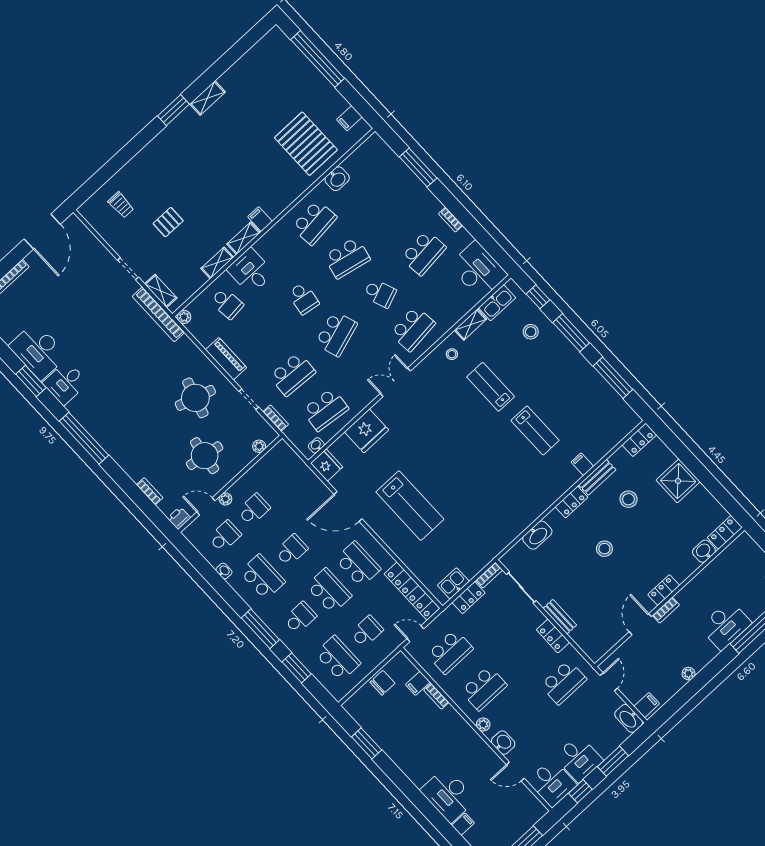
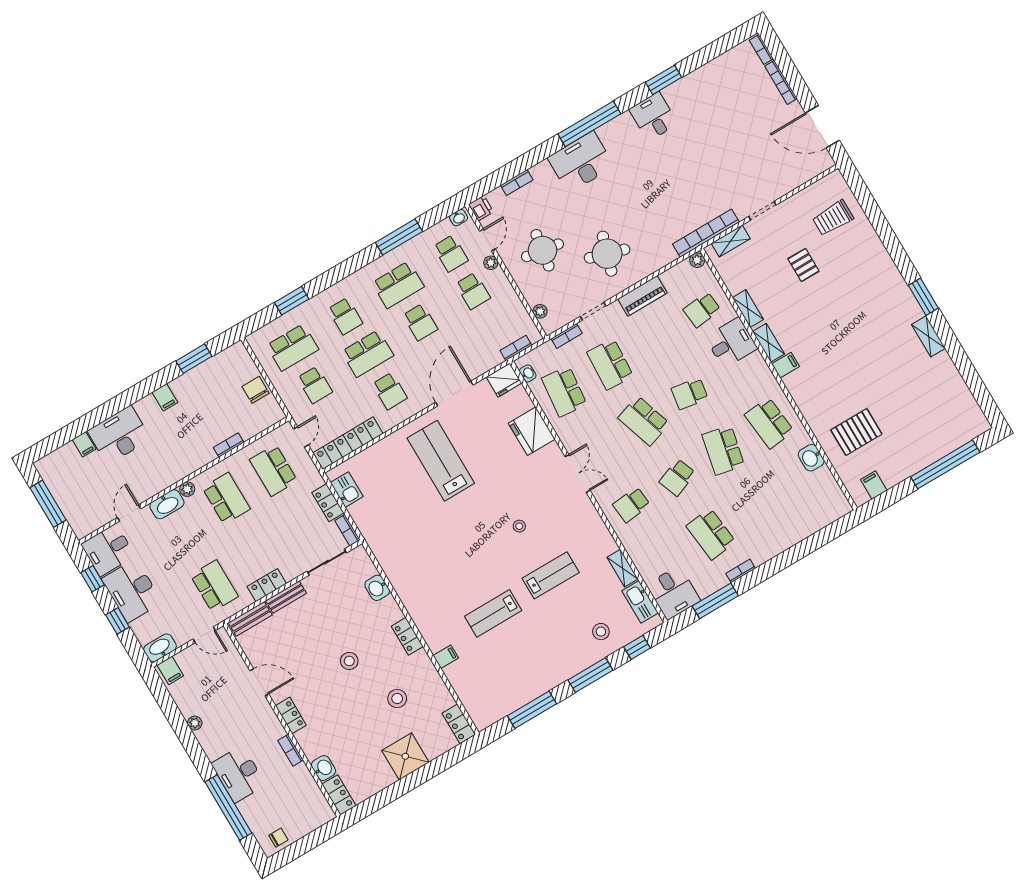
pallet: (306, 144) -> (856, 432), width x0.73, depth x0.71
window: (418, 167) -> (715, 601), moved
trolley: (121, 205) -> (833, 218), width x1.36, depth x1.39
desk: (478, 270) -> (673, 593), width x0.73
school desk: (413, 329) -> (631, 505), width x0.54
desk: (38, 351) -> (581, 162), moved
stool: (452, 354) -> (519, 526), moved
bookcase: (296, 461) -> (516, 348), added
bench: (597, 477) -> (250, 619), moved, turned 90
lab bench: (410, 506) -> (441, 461), turned 90
washbasin: (537, 535) -> (377, 588), width x0.72
school desk: (358, 564) -> (390, 391), width x0.54
washbasin: (224, 571) -> (459, 218), moved
bookcase: (666, 610) -> (291, 750), moved
window: (260, 629) -> (399, 237), moved
school desk: (564, 682) -> (214, 586), turned 180
chair: (382, 683) -> (256, 390), turned 180
filing cabinet: (418, 683) -> (165, 397), moved, turned 180
school desk: (484, 688) -> (226, 498), turned 180
washbasin: (503, 743) -> (167, 504), width x1.38
desk: (579, 759) -> (132, 591), width x1.37
window: (613, 761) -> (118, 621), width x0.67

